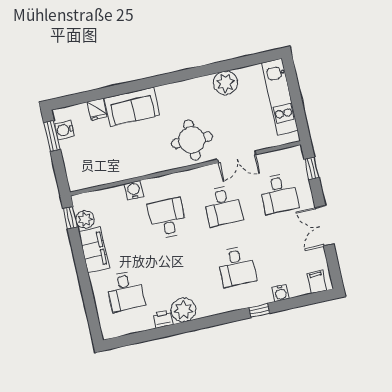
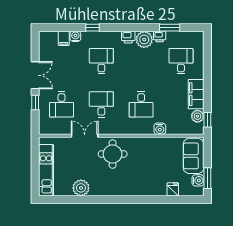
sofa: (132, 107) -> (194, 156), moved, turned -90
window: (312, 168) -> (35, 103), moved
desk: (279, 193) -> (62, 104), turned 180
filing cabinet: (317, 282) -> (64, 38), moved
printer: (207, 308) -> (128, 37), added
window: (152, 335) -> (170, 28), added

